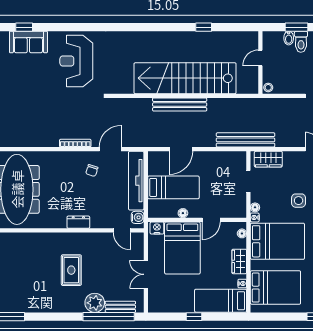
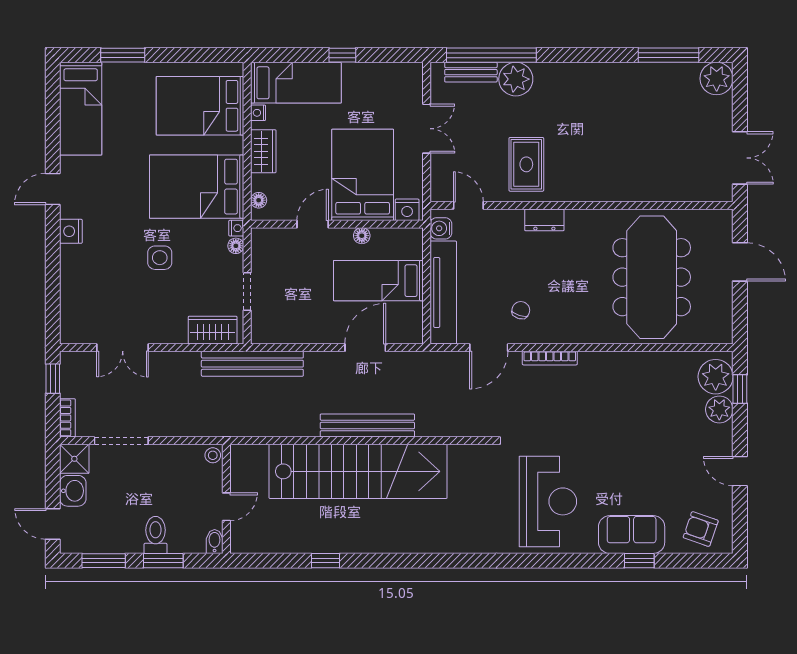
bidet: (289, 38) -> (215, 542), moved
rug: (71, 270) -> (526, 164), moved

